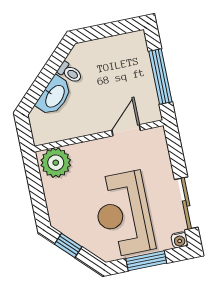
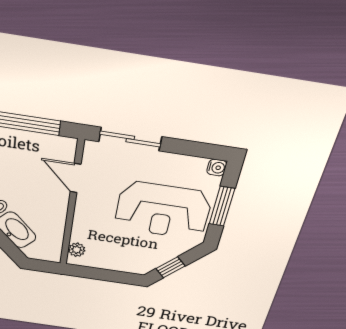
plant: (56, 163) -> (77, 250), width x0.53, depth x0.53
sliding door: (186, 203) -> (130, 139), moved

